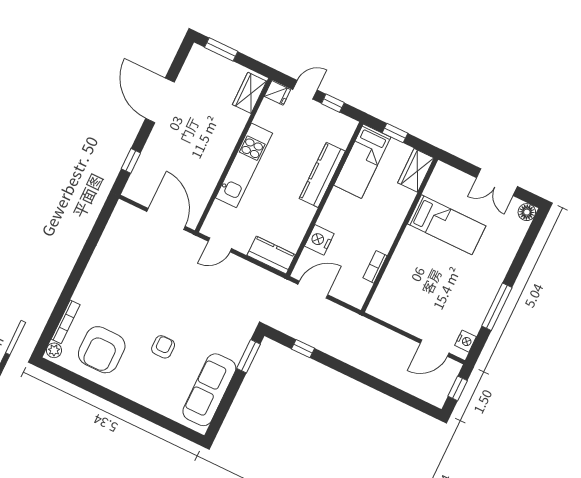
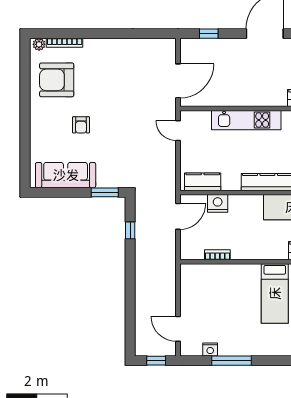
kitchen counter: (271, 255) -> (203, 182), moved, turned -90
door: (313, 290) -> (178, 216), hinge flipped
nightstand: (466, 341) -> (210, 350), moved
armchair: (163, 347) -> (81, 125), turned 90

